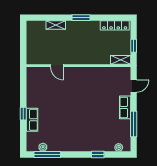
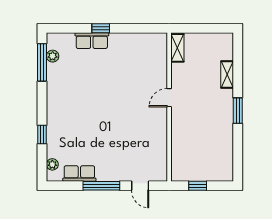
locker: (115, 25) -> (227, 159), removed
shelving: (121, 60) -> (177, 48), moved
door: (57, 66) -> (169, 98), moved
row of seats: (125, 107) -> (79, 174), moved
window: (134, 124) -> (101, 186), moved

